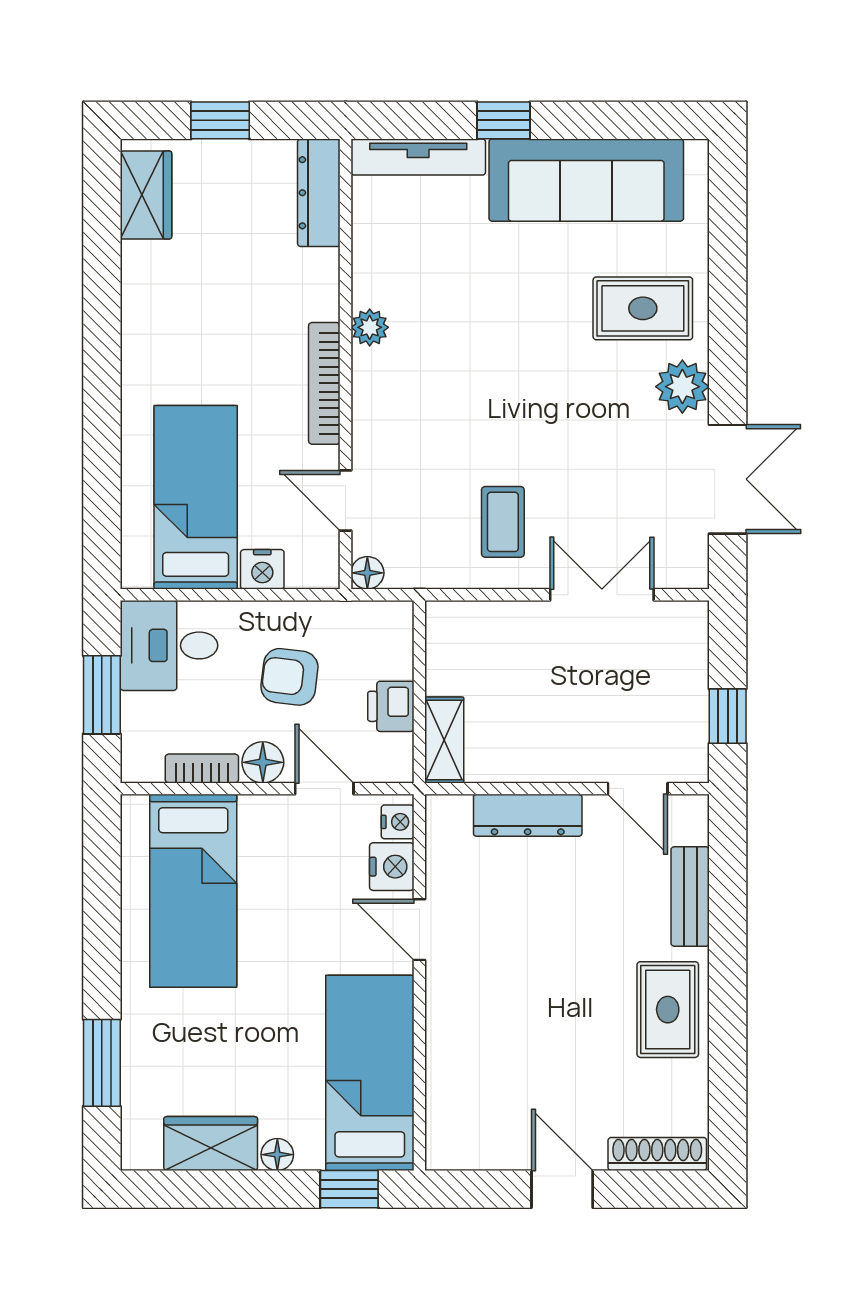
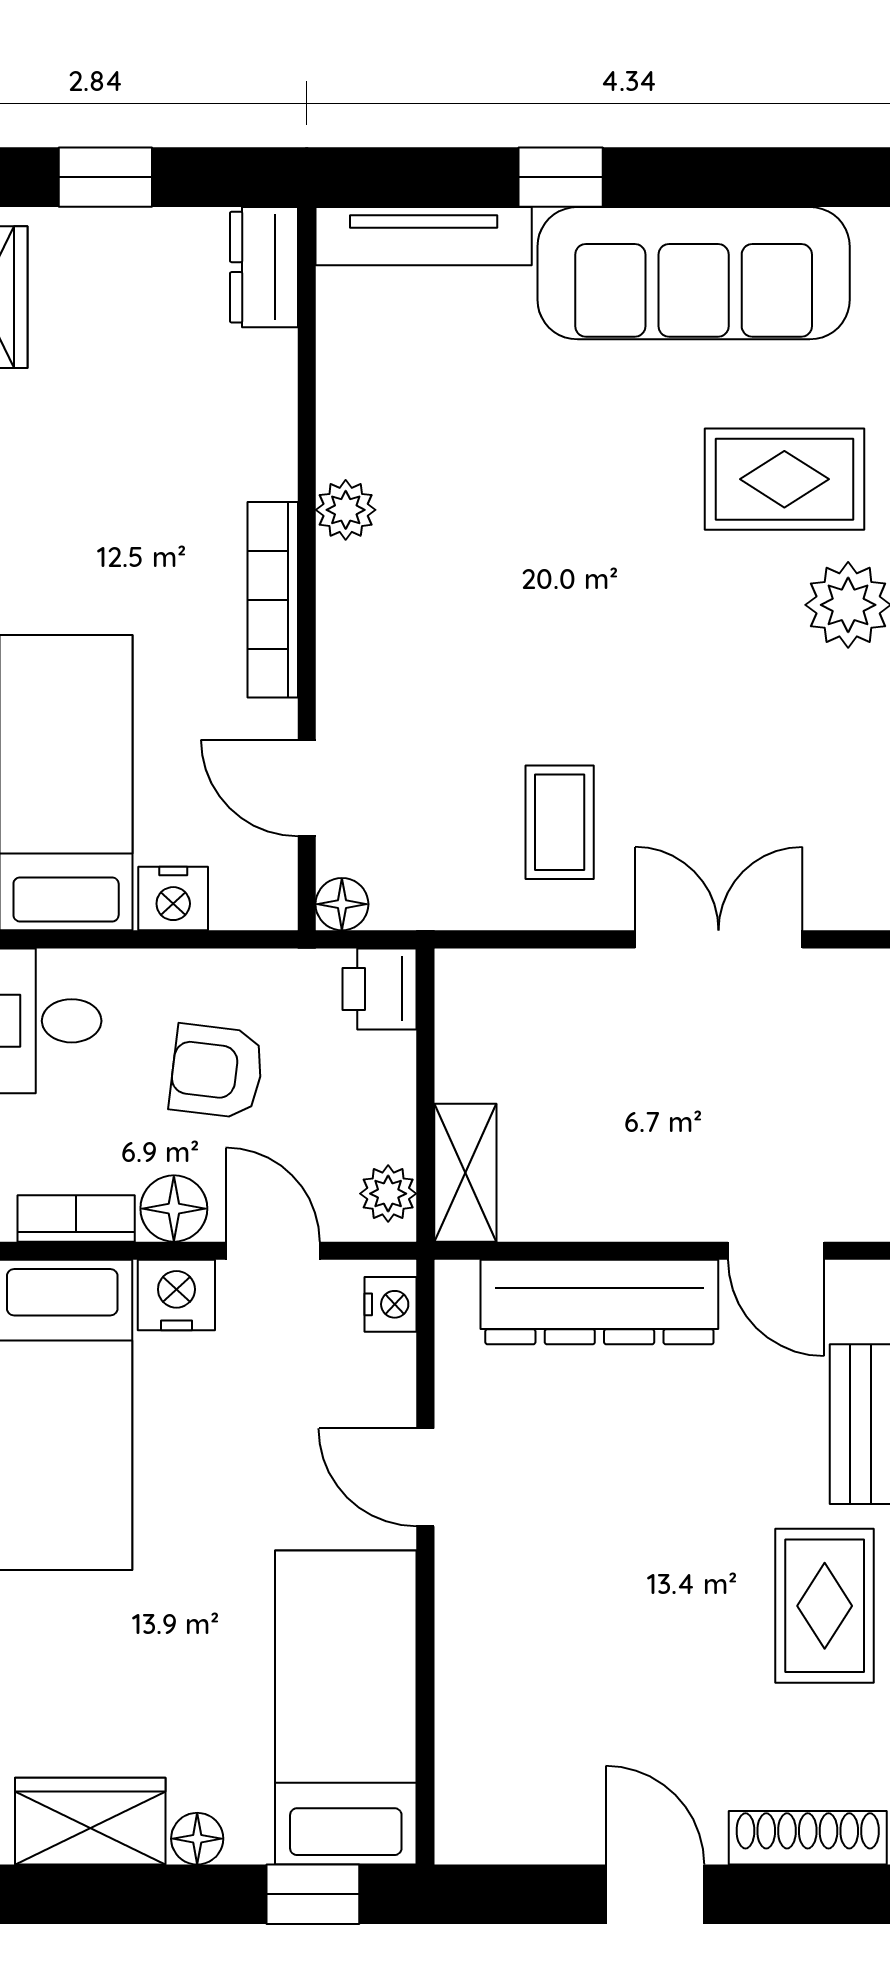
dresser: (319, 193) -> (264, 267), width x0.70
printer: (391, 706) -> (380, 989), moved
plant: (396, 753) -> (388, 1194), added
dresser: (528, 815) -> (599, 1302), width x1.37, depth x1.24
nightstand: (392, 867) -> (176, 1295), moved, turned -90

